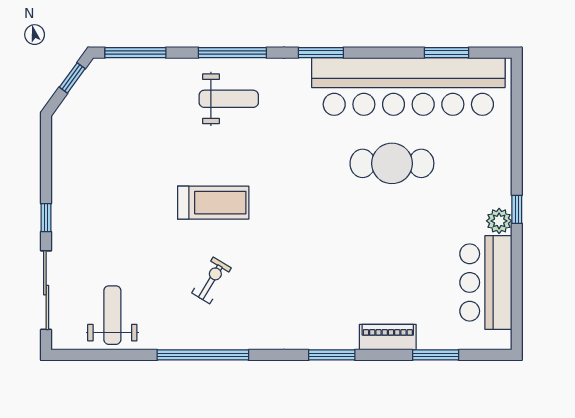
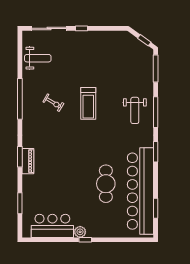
piano: (388, 337) -> (28, 161), moved

